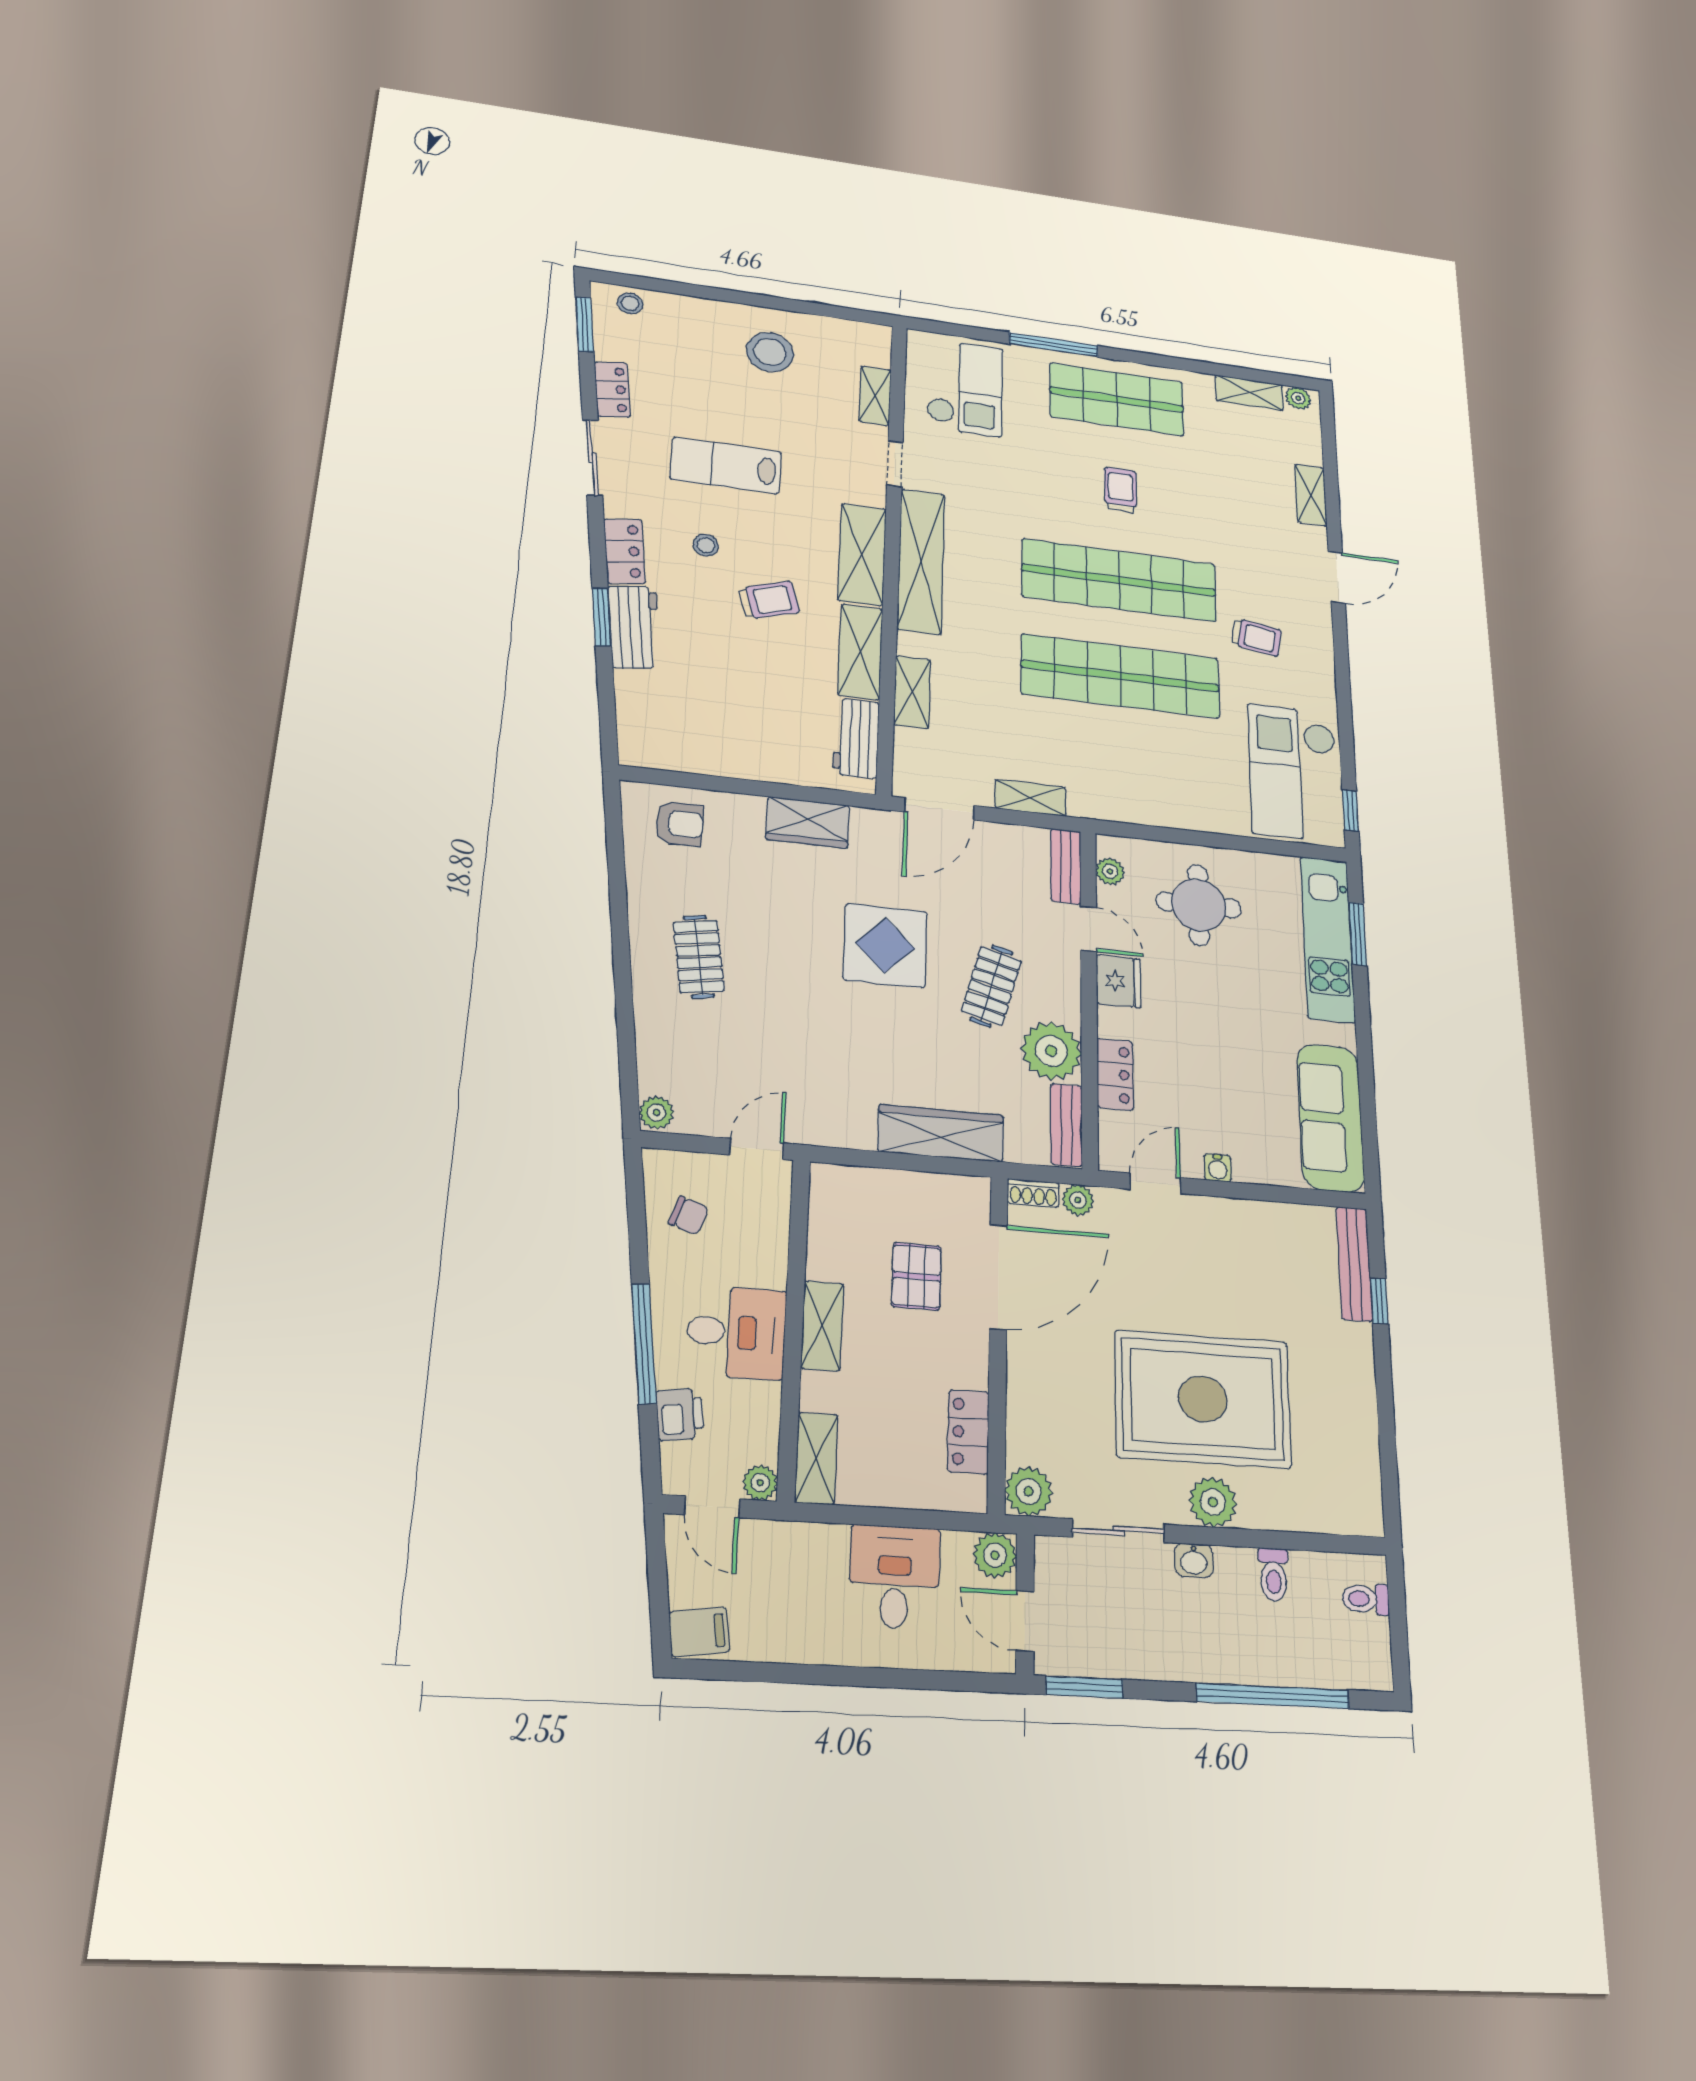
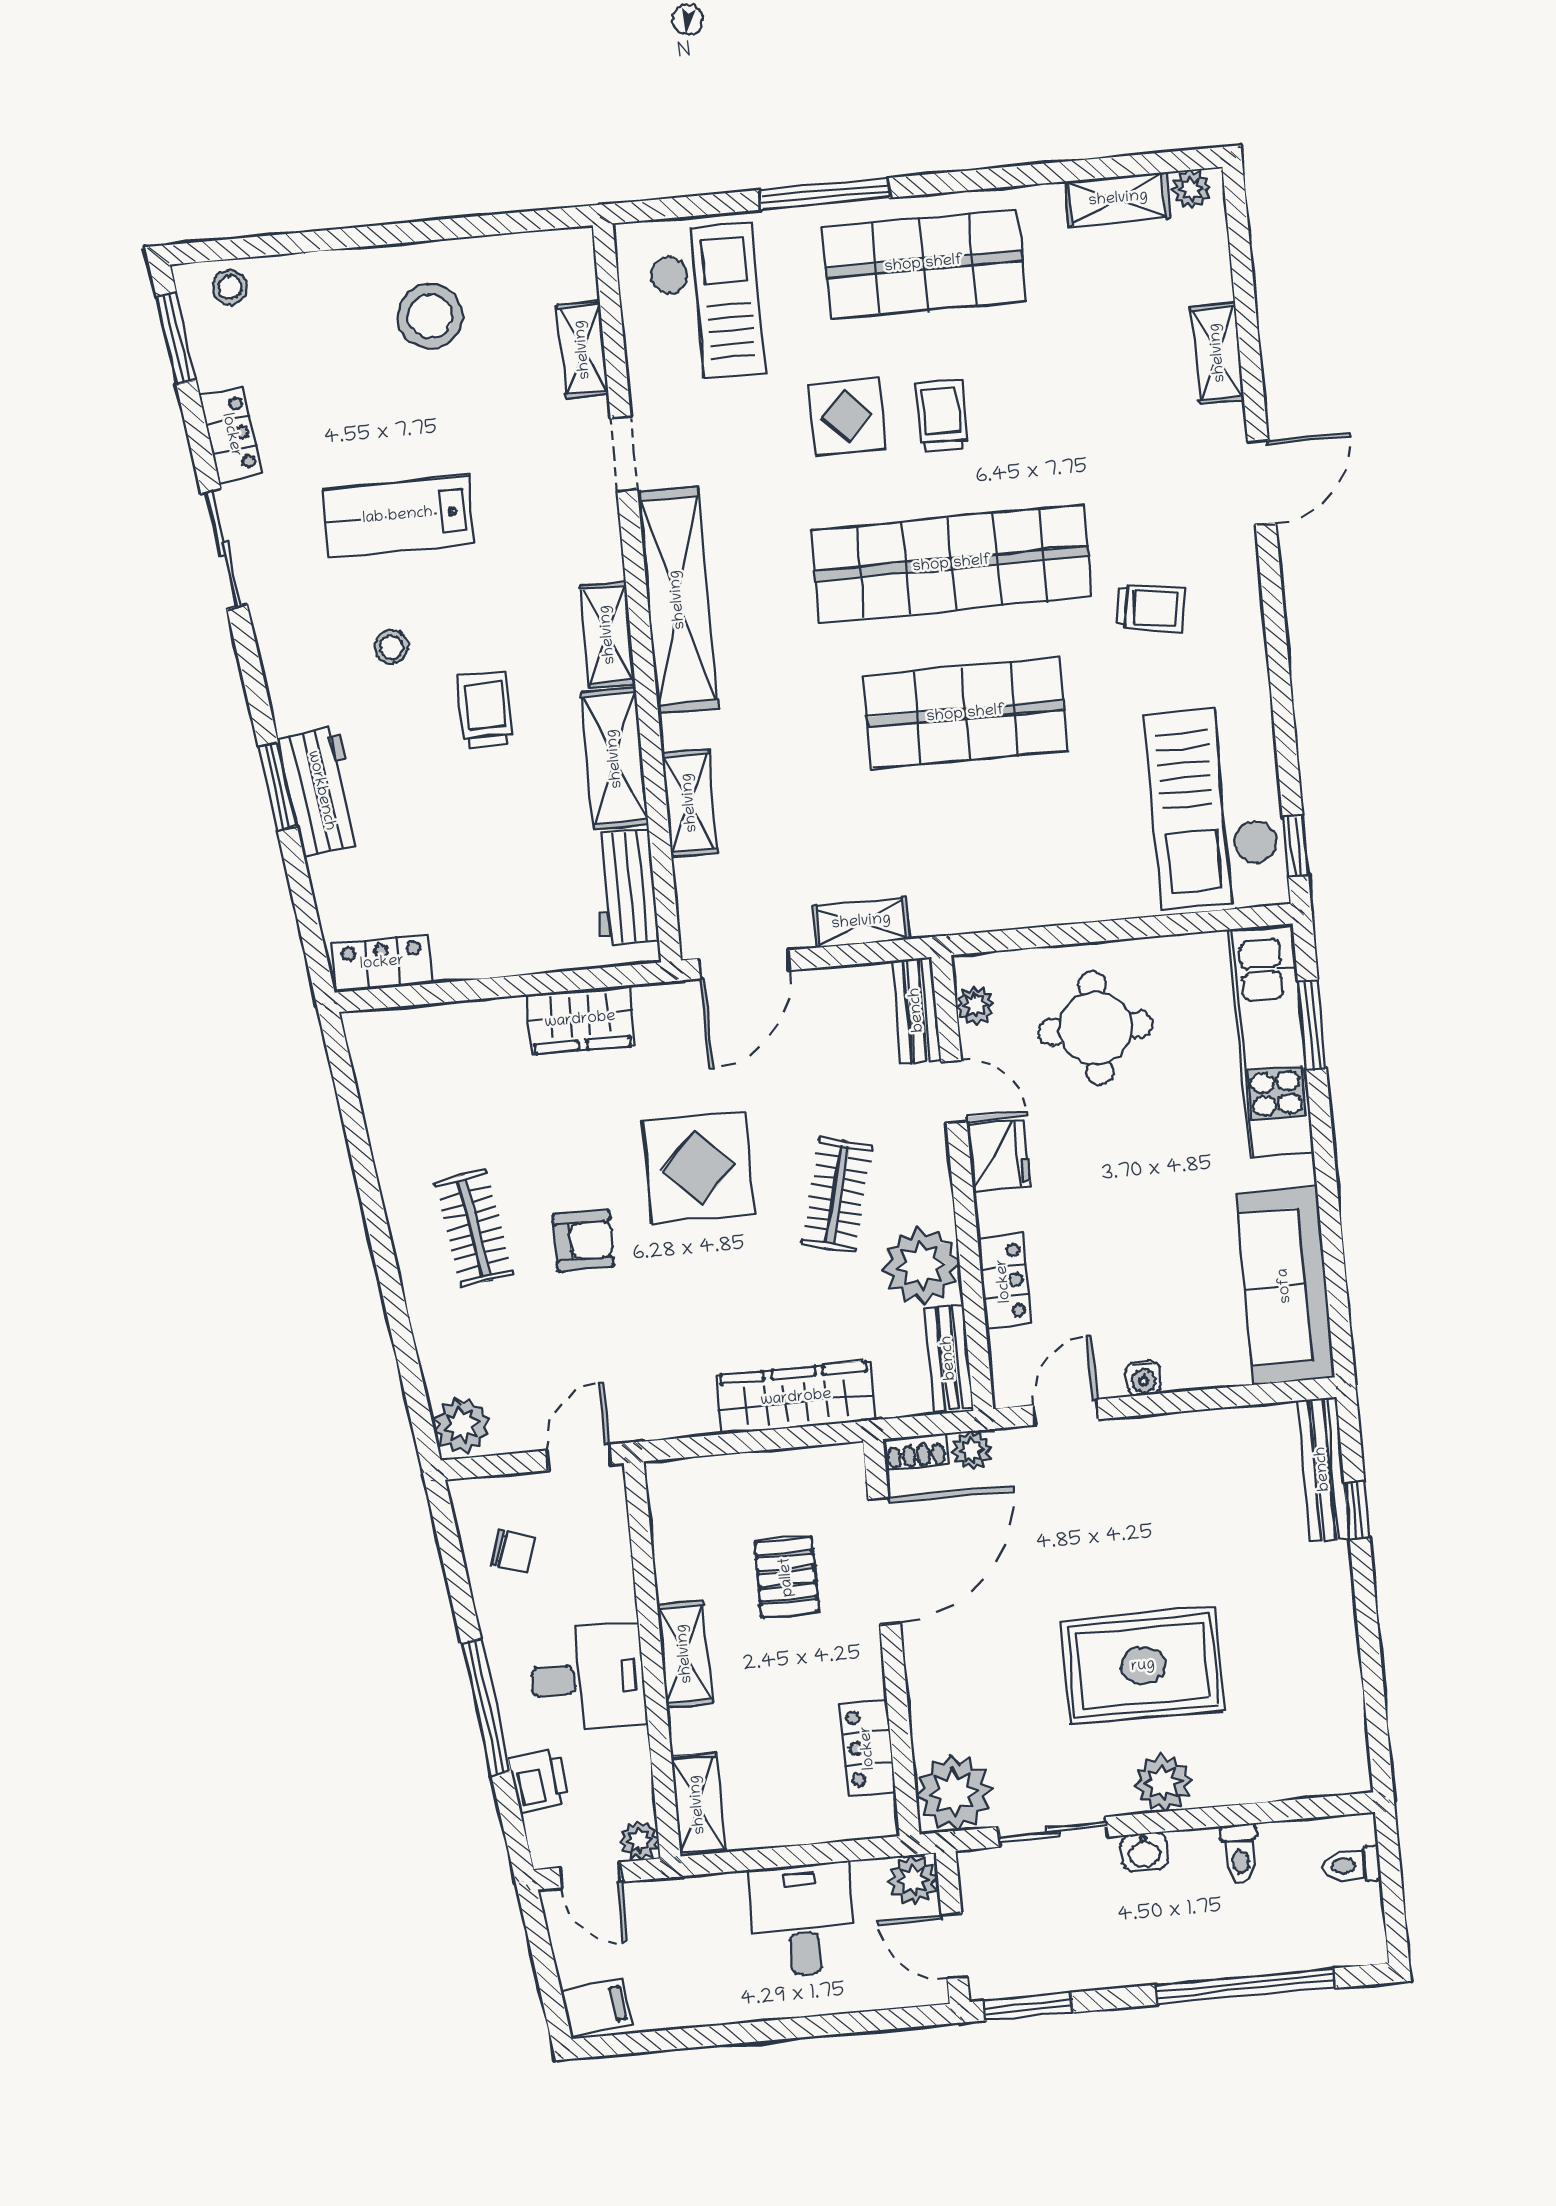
display table: (1055, 476) -> (847, 416), added
locker: (624, 551) -> (382, 963), moved, turned -83
shelving: (862, 554) -> (608, 635), width x0.67, depth x0.75
trolley: (769, 600) -> (485, 710), turned -73
shop shelf: (1121, 676) -> (966, 714), width x0.71
armchair: (679, 824) -> (583, 1241), moved
plant: (656, 1113) -> (462, 1425), width x1.38, depth x1.38
rug: (1203, 1399) -> (1143, 1666), width x0.73, depth x0.69
plant: (1029, 1491) -> (954, 1793), width x1.36, depth x1.36

